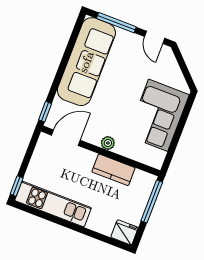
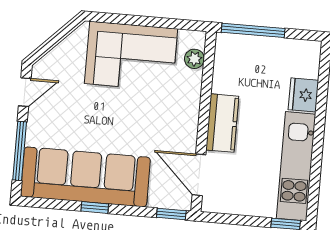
window: (64, 62) -> (95, 208), added
plant: (108, 143) -> (194, 59), moved
kitchen counter: (113, 170) -> (222, 123), moved
fridge: (125, 232) -> (303, 95), moved

